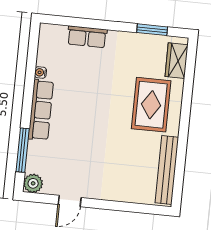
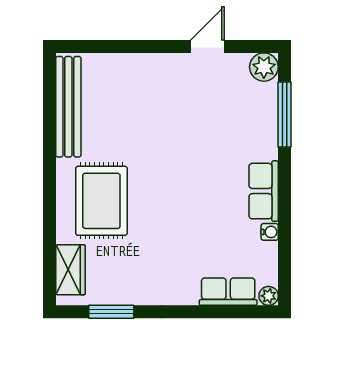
plant: (46, 30) -> (269, 296), added
row of seats: (87, 37) -> (228, 292), moved
row of seats: (41, 110) -> (264, 191), width x0.68

